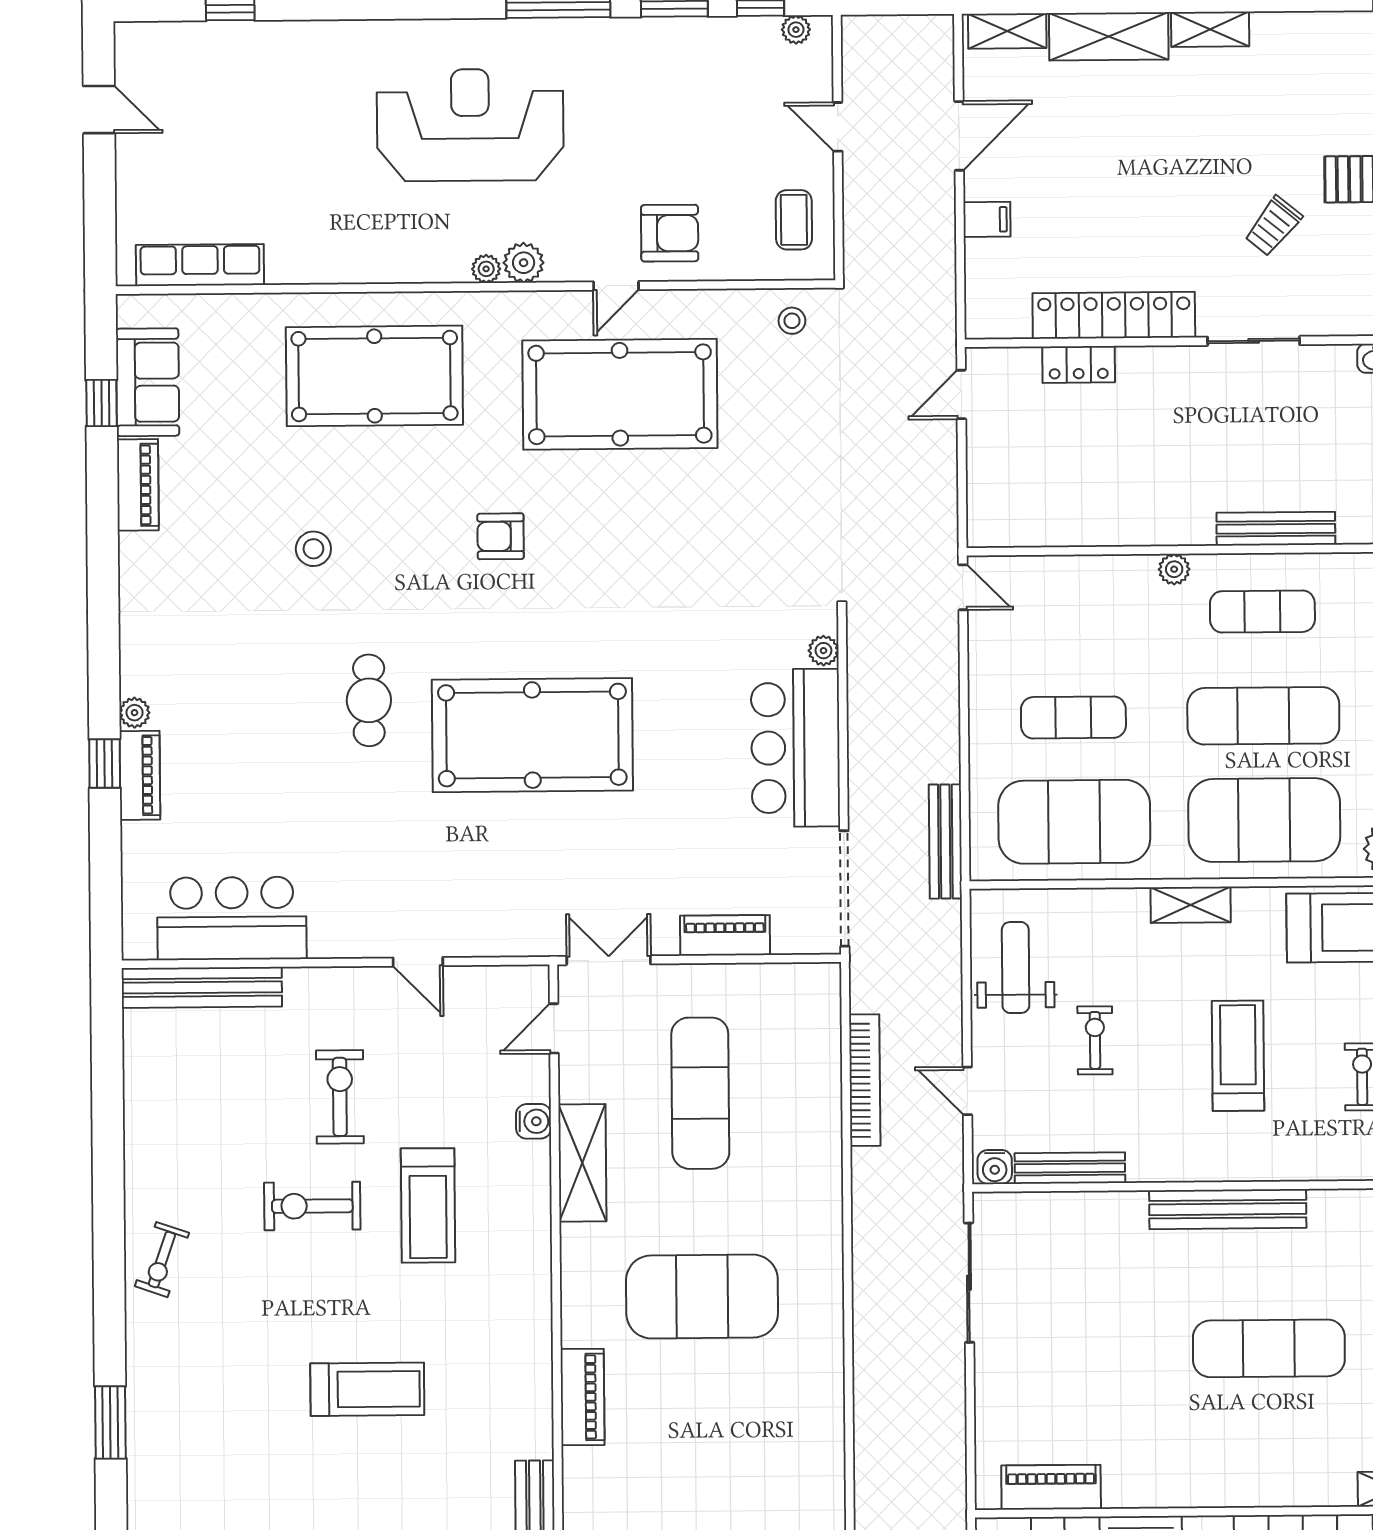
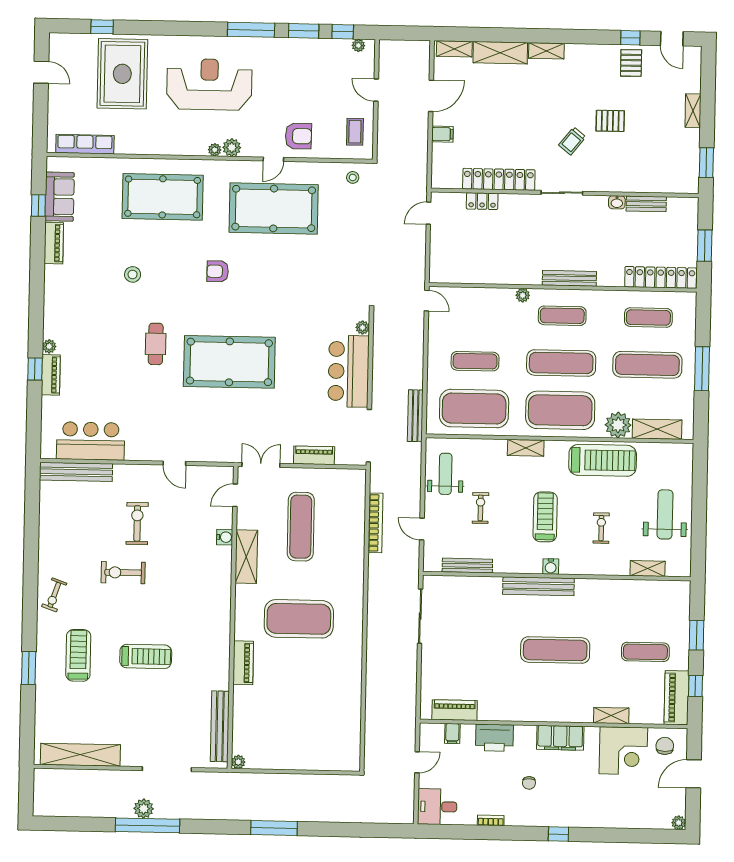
rug: (278, 108) -> (122, 74), added
water cooler: (995, 1167) -> (551, 566), moved
treadmill: (428, 1205) -> (78, 655), moved, turned 180

